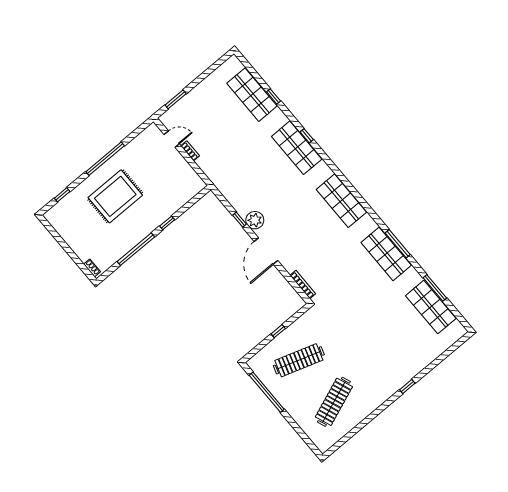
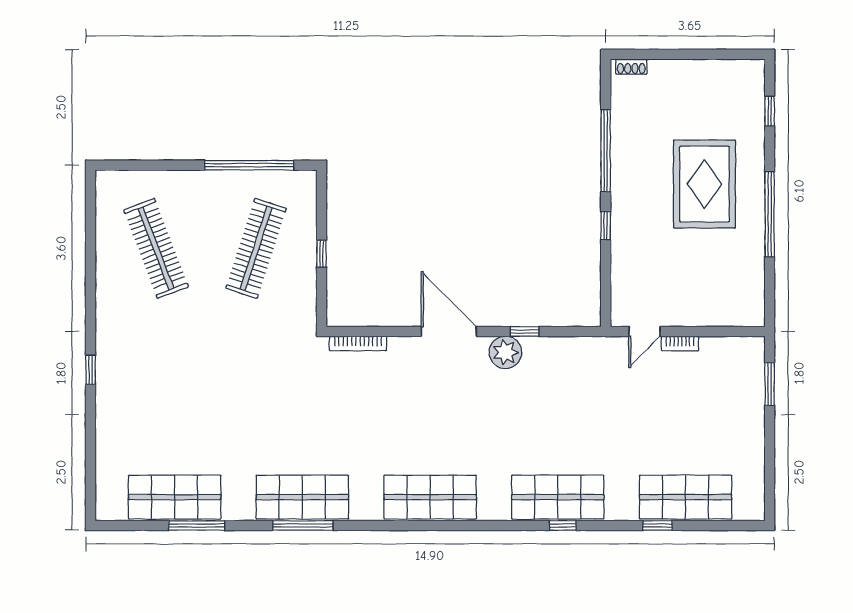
door: (172, 139) -> (644, 331), moved

